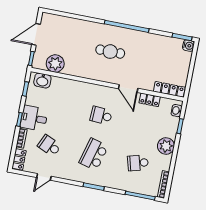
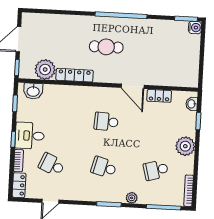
locker: (169, 89) -> (75, 75), moved
school desk: (94, 154) -> (104, 167), width x0.54
plant: (114, 184) -> (132, 198), added

